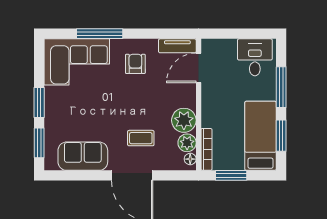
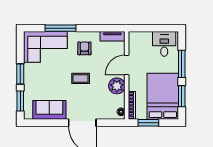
door: (199, 68) -> (127, 65), moved
bed: (261, 136) -> (163, 96), width x1.50
coffee table: (141, 138) -> (81, 78), moved
plant: (187, 143) -> (119, 101), removed

